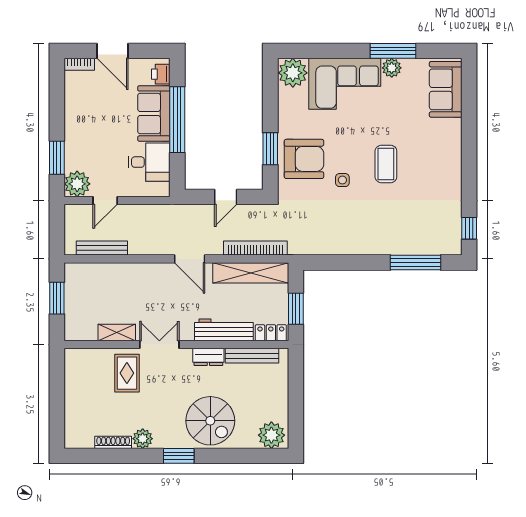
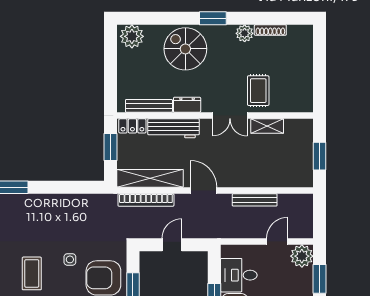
bench: (102, 248) -> (255, 200), moved

